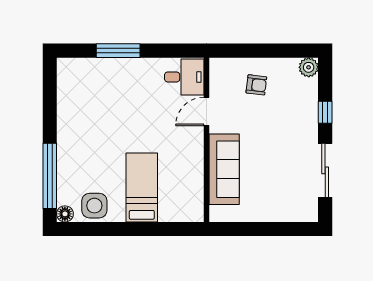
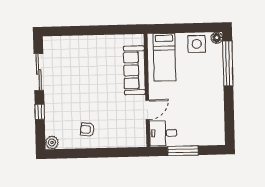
desk: (184, 77) -> (163, 133), moved
door: (207, 111) -> (147, 110), moved
wall: (207, 140) -> (147, 90), moved
sofa: (224, 169) -> (134, 70), moved

